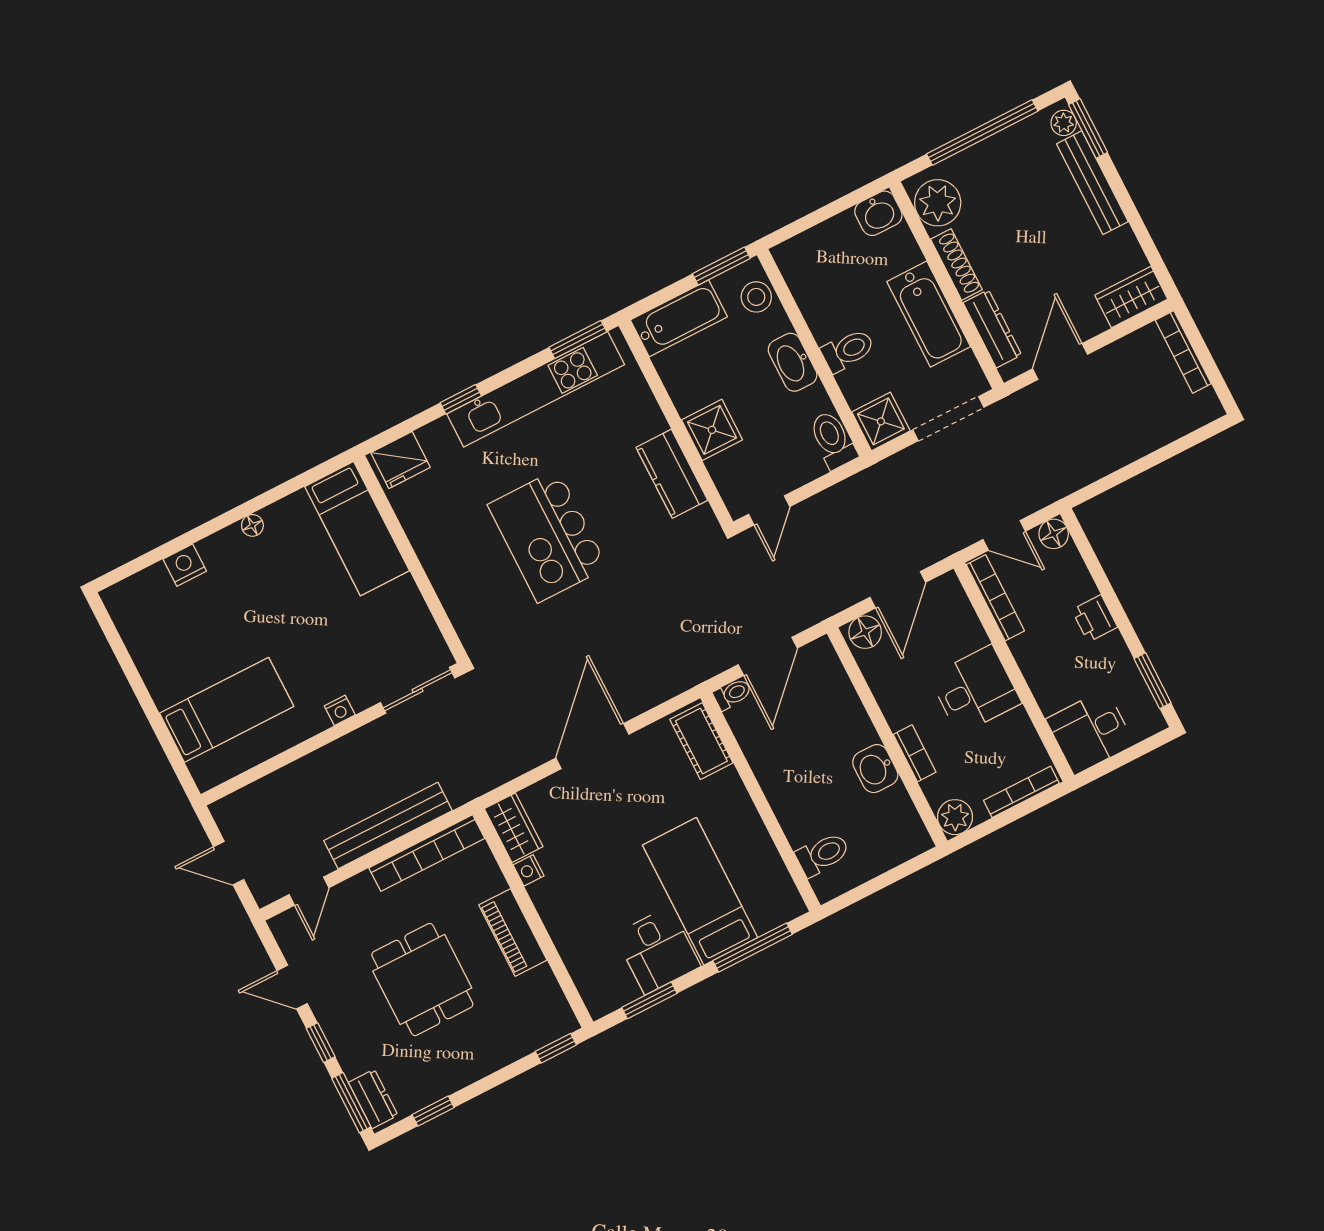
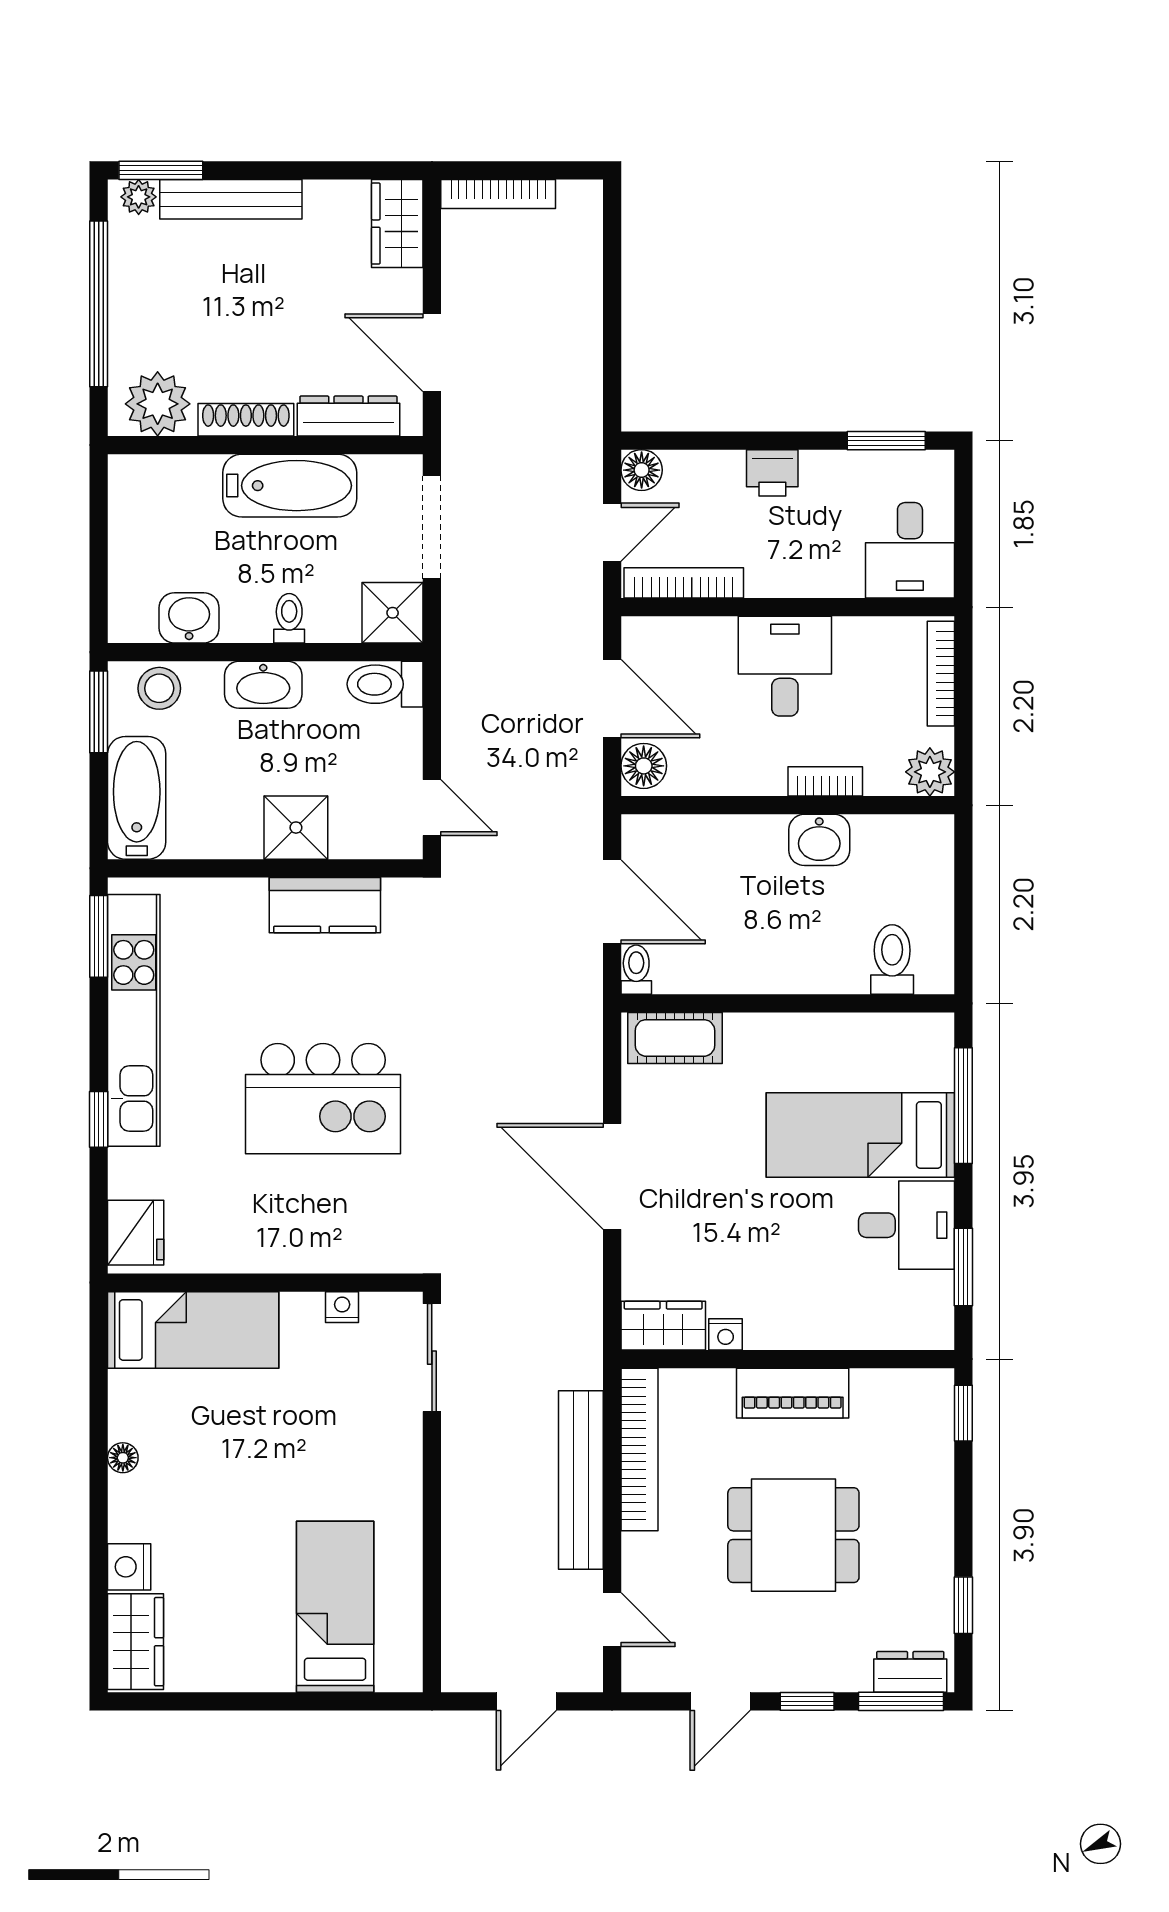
washbasin: (878, 213) -> (189, 618), moved, turned -90
toilet: (848, 350) -> (289, 618), width x0.73, depth x0.72
wardrobe: (139, 594) -> (136, 1642), added
nightstand: (340, 710) -> (342, 1307), moved, turned -90

